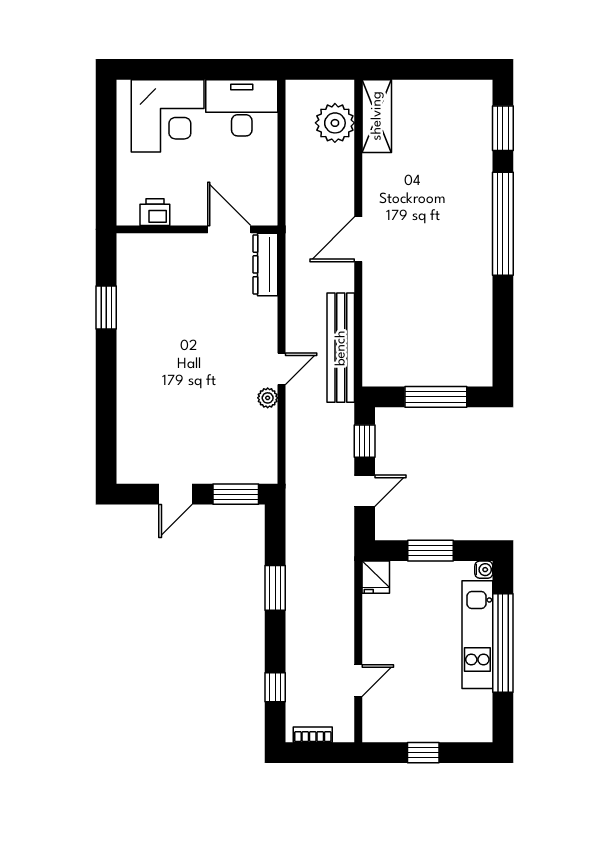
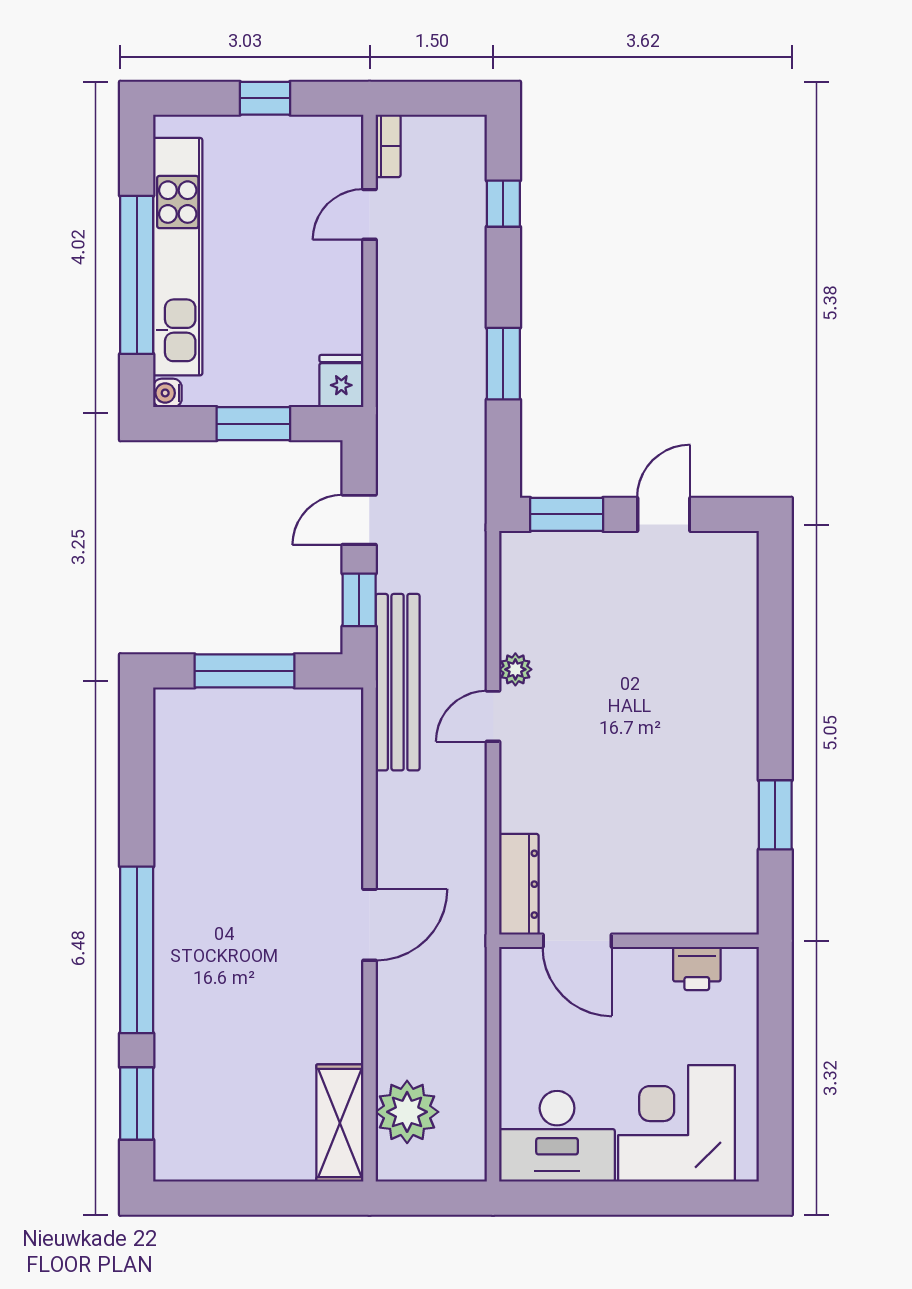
bench: (341, 348) -> (398, 682), moved
kitchen unit: (477, 635) -> (178, 257), width x1.36
bookcase: (313, 735) -> (388, 146), moved, turned -90

